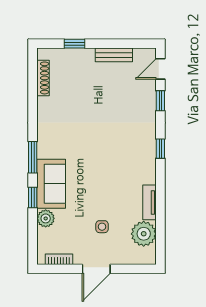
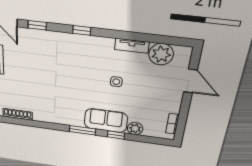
side table: (102, 227) -> (116, 82), moved
door: (96, 269) -> (190, 81), moved

